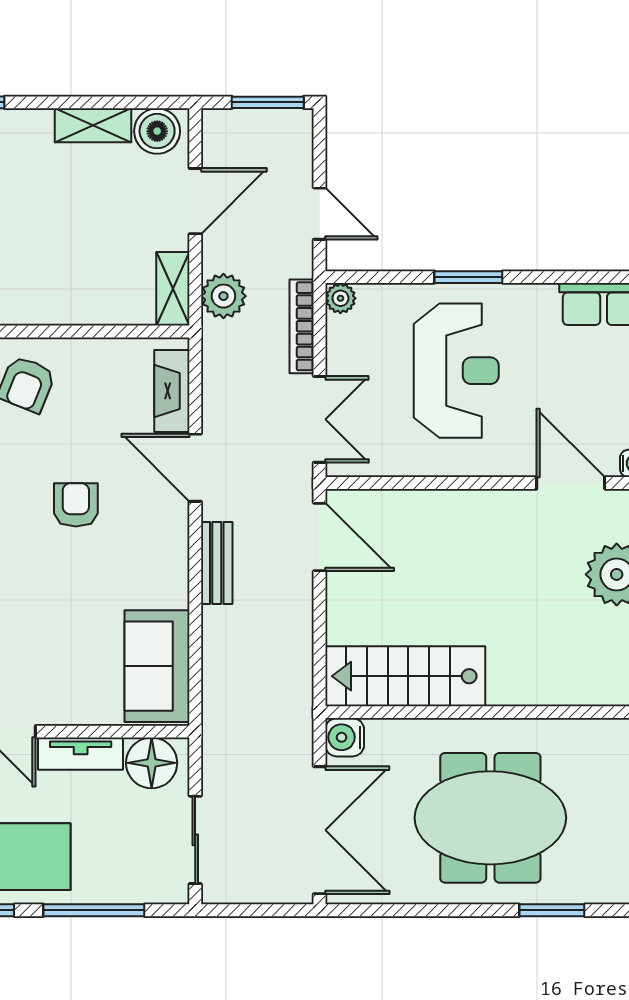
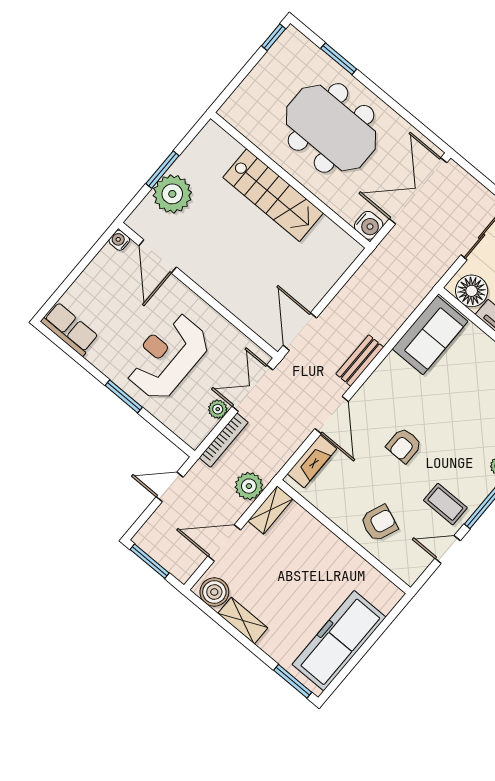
door: (320, 214) -> (170, 487), hinge flipped
plant: (340, 298) -> (218, 409), moved
stairs: (405, 676) -> (273, 195), moved

